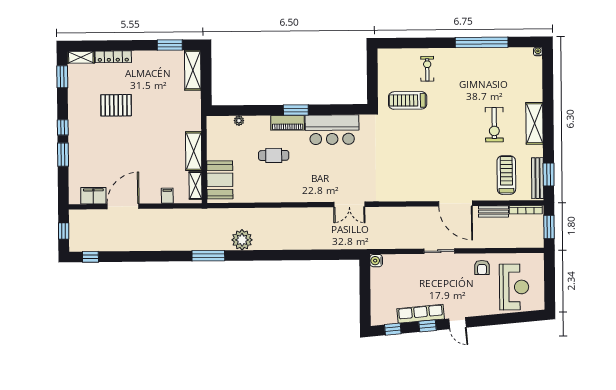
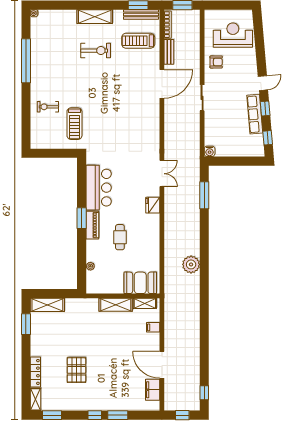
fridge: (312, 194) -> (153, 205), added
window: (208, 256) -> (204, 195), moved

